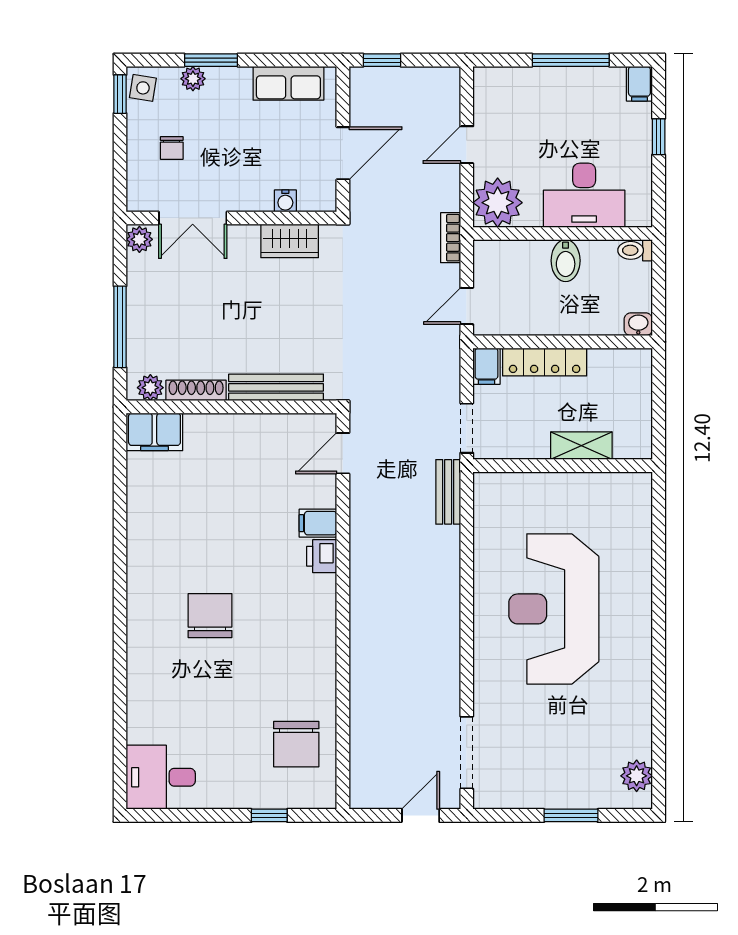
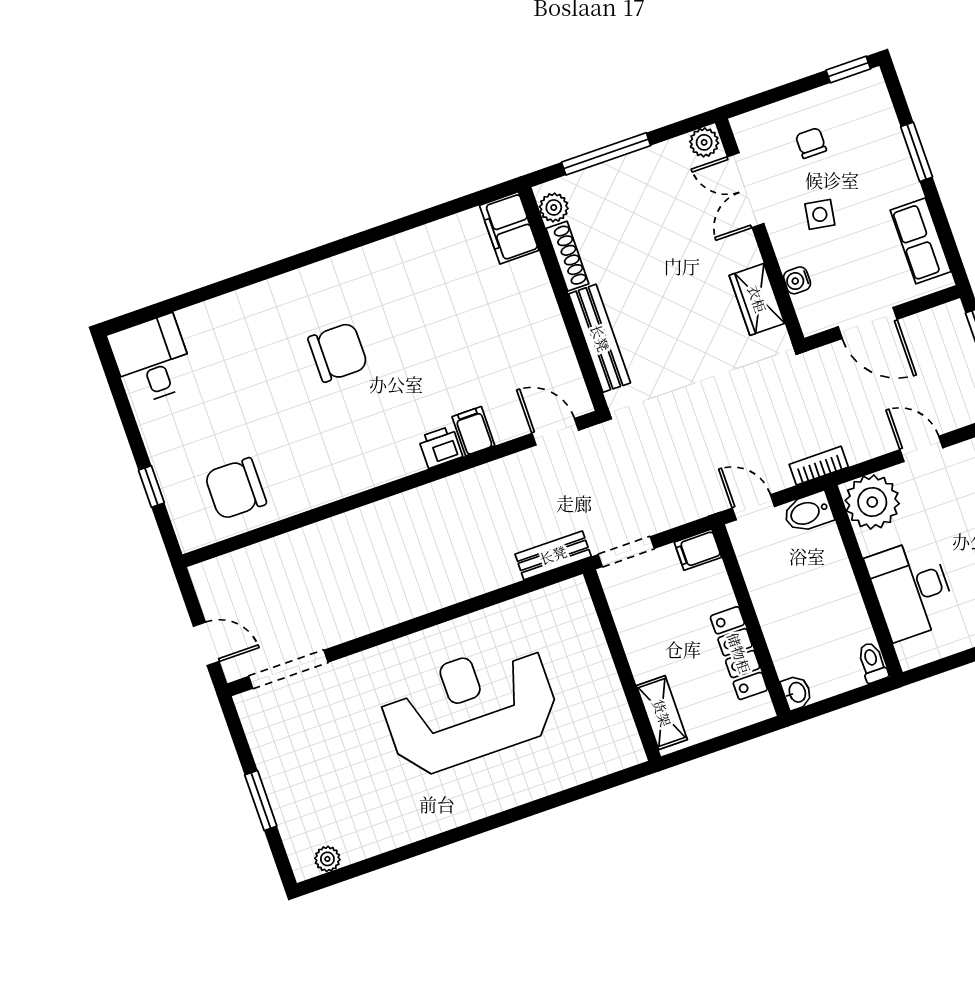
plant: (193, 79) -> (891, 140), removed
side table: (143, 88) -> (820, 214), moved
chair: (172, 148) -> (811, 143), turned 90
bidet: (566, 261) -> (808, 512), moved
locker: (545, 362) -> (739, 653), moved
shelving: (581, 446) -> (662, 713), moved
plant: (637, 776) -> (327, 859), width x0.73, depth x0.73

